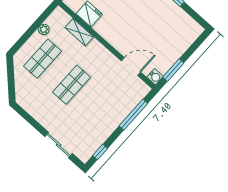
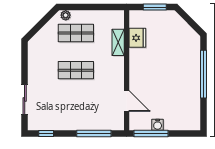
plant: (44, 29) -> (66, 15), moved
window: (173, 70) -> (151, 133), width x1.44
water cooler: (155, 77) -> (158, 125), moved

